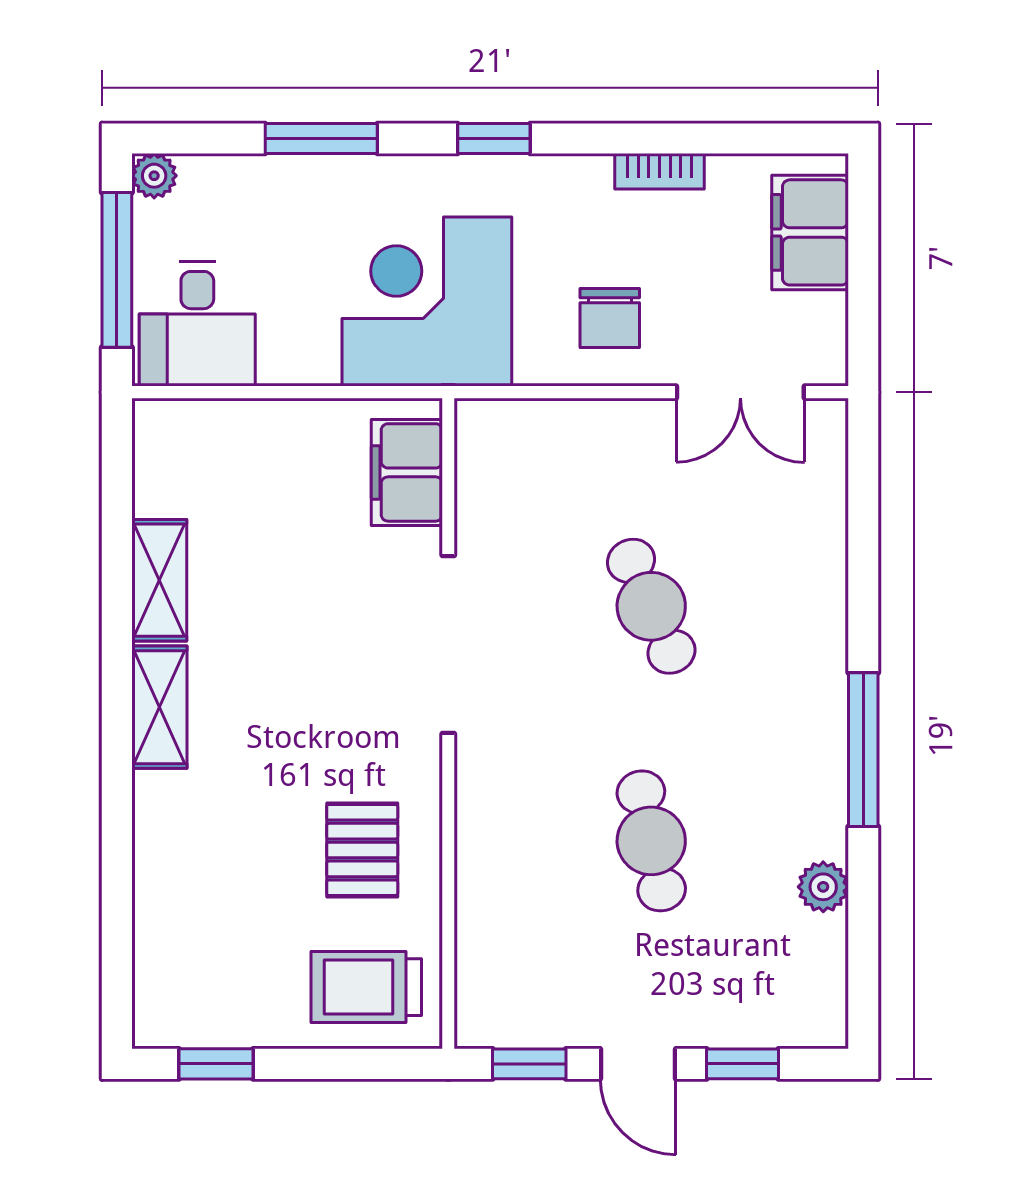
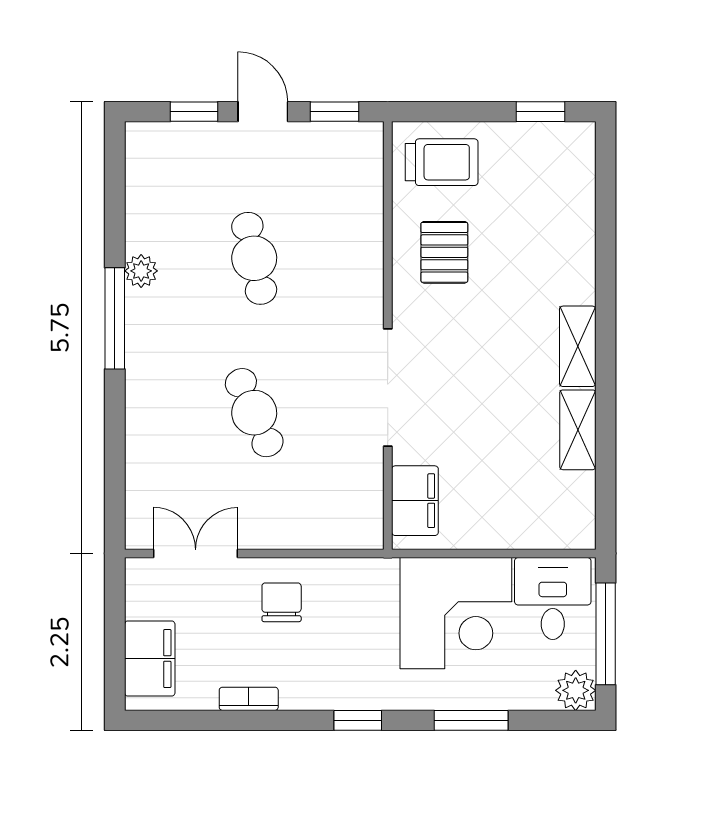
plant: (154, 176) -> (576, 690), width x1.38, depth x1.38
corner desk: (427, 302) -> (456, 613), moved
plant: (823, 887) -> (141, 271), moved

